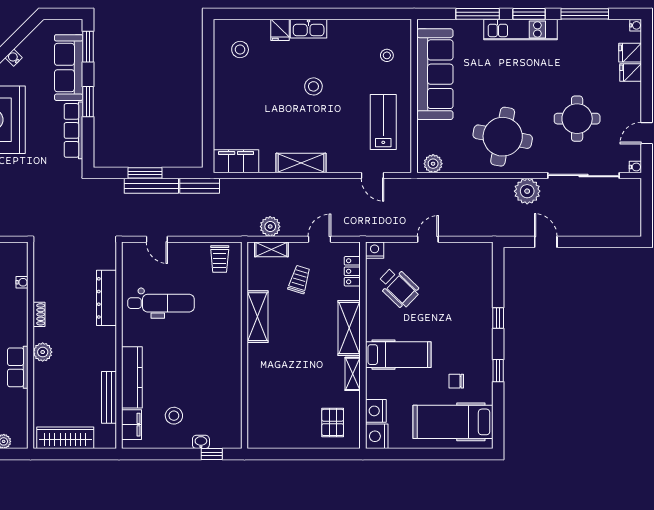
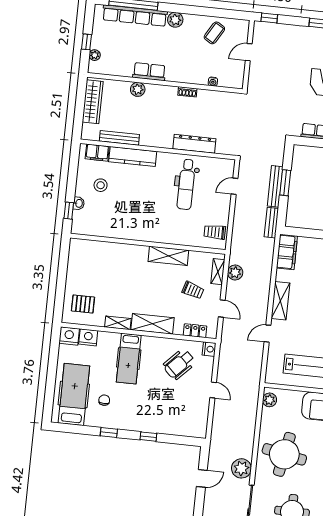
door: (372, 176) -> (267, 334), moved
plant: (43, 352) -> (138, 89), moved

